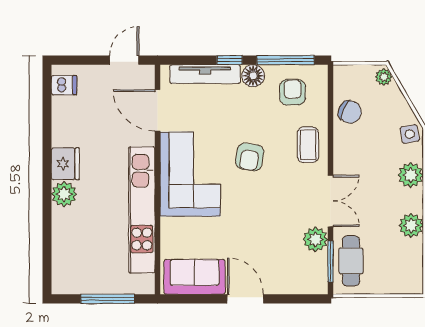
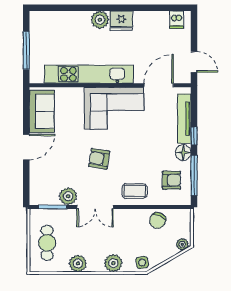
armchair: (250, 157) -> (99, 159), moved
cafe table: (351, 261) -> (47, 243), moved, turned 90

